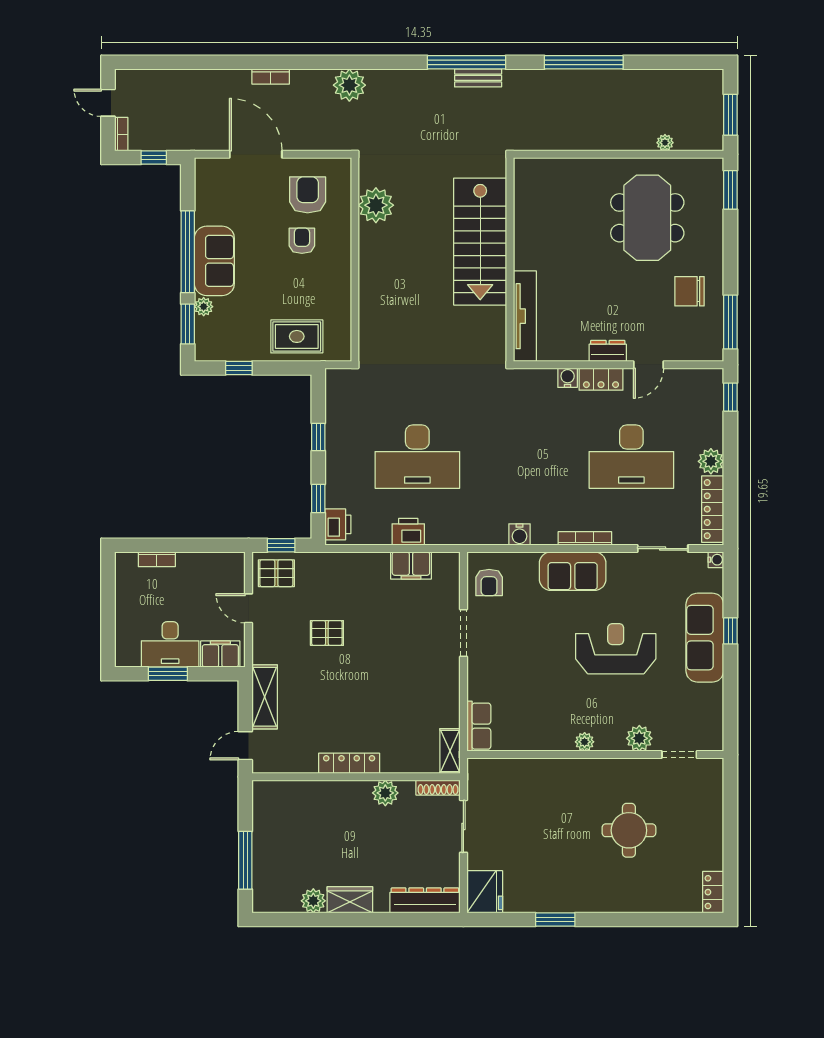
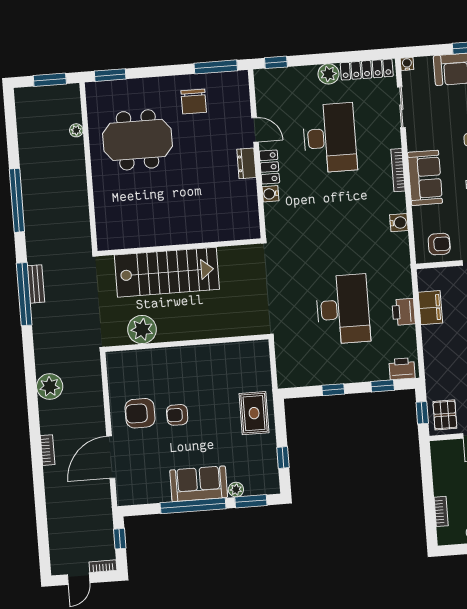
plant: (376, 205) -> (142, 329), moved
wall: (355, 259) -> (187, 343), moved
tv unit: (525, 316) -> (224, 232), removed

